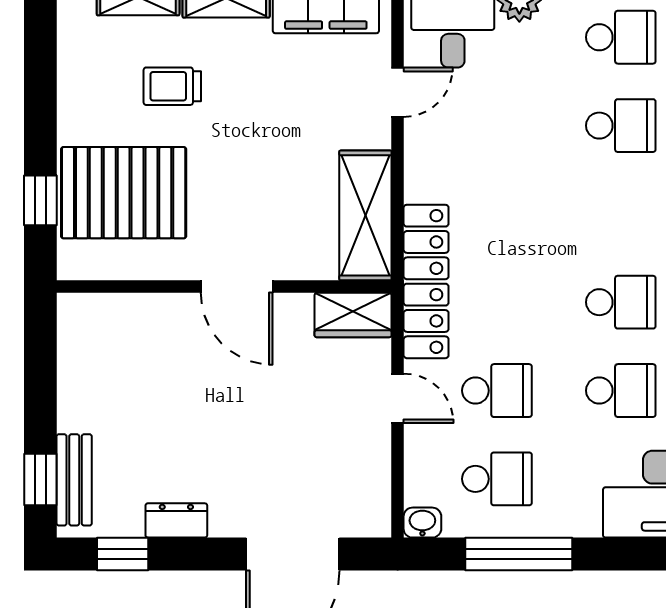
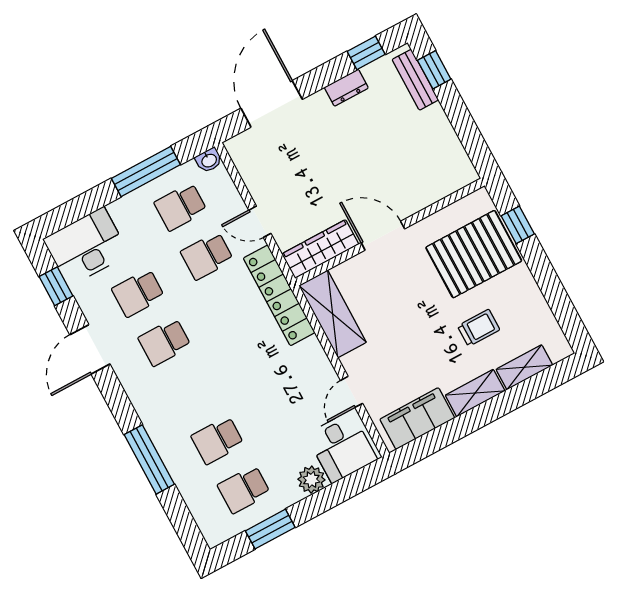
wardrobe: (353, 315) -> (320, 249), width x1.50

